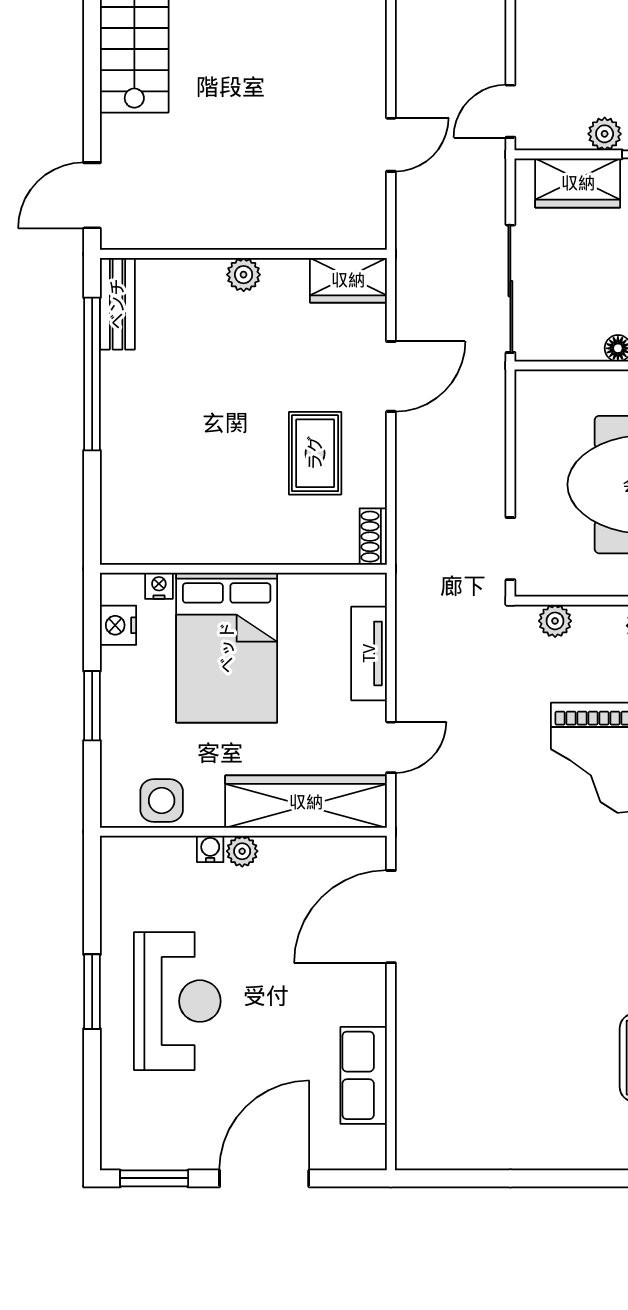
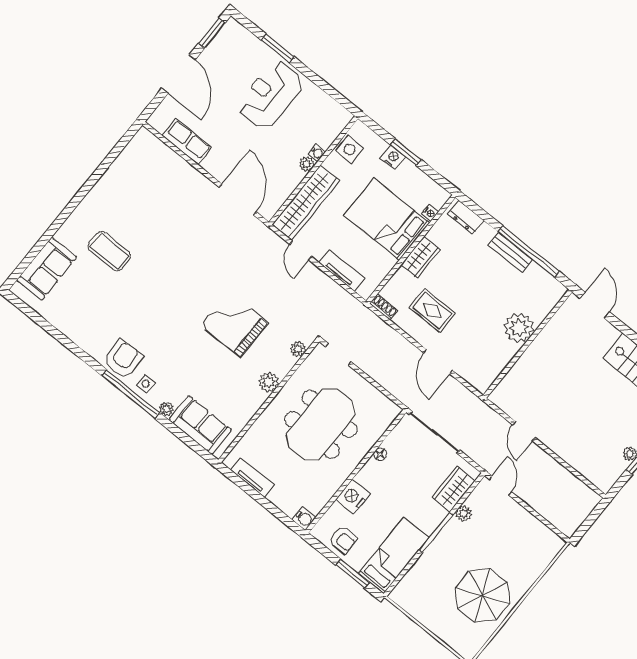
plant: (244, 275) -> (519, 328), width x1.88, depth x1.88
wardrobe: (348, 280) -> (421, 257), moved, turned 180
bench: (117, 304) -> (510, 252), moved
dresser: (119, 522) -> (466, 217), added
nightstand: (118, 625) -> (393, 157), moved
window: (92, 992) -> (278, 48), moved
reception desk: (177, 1001) -> (271, 95), turned 90

